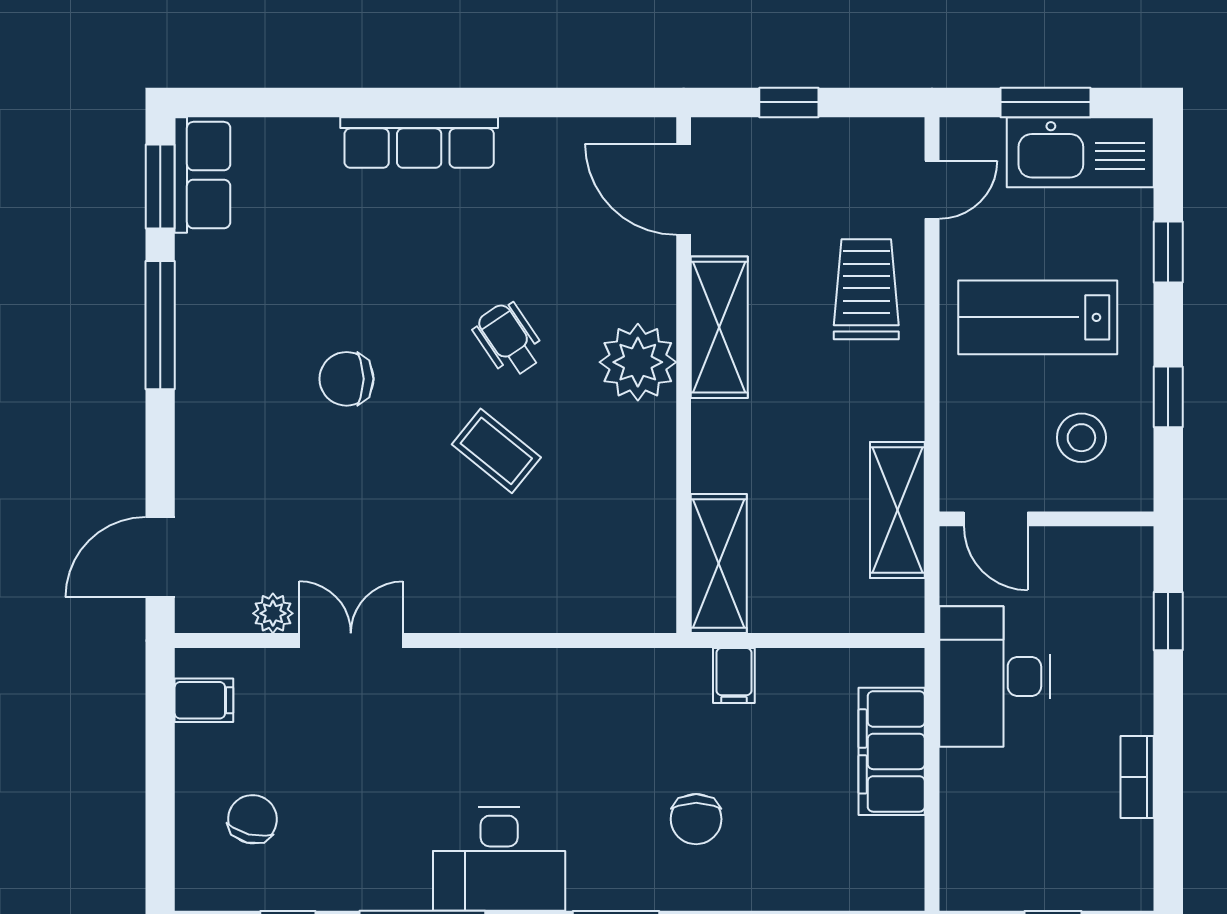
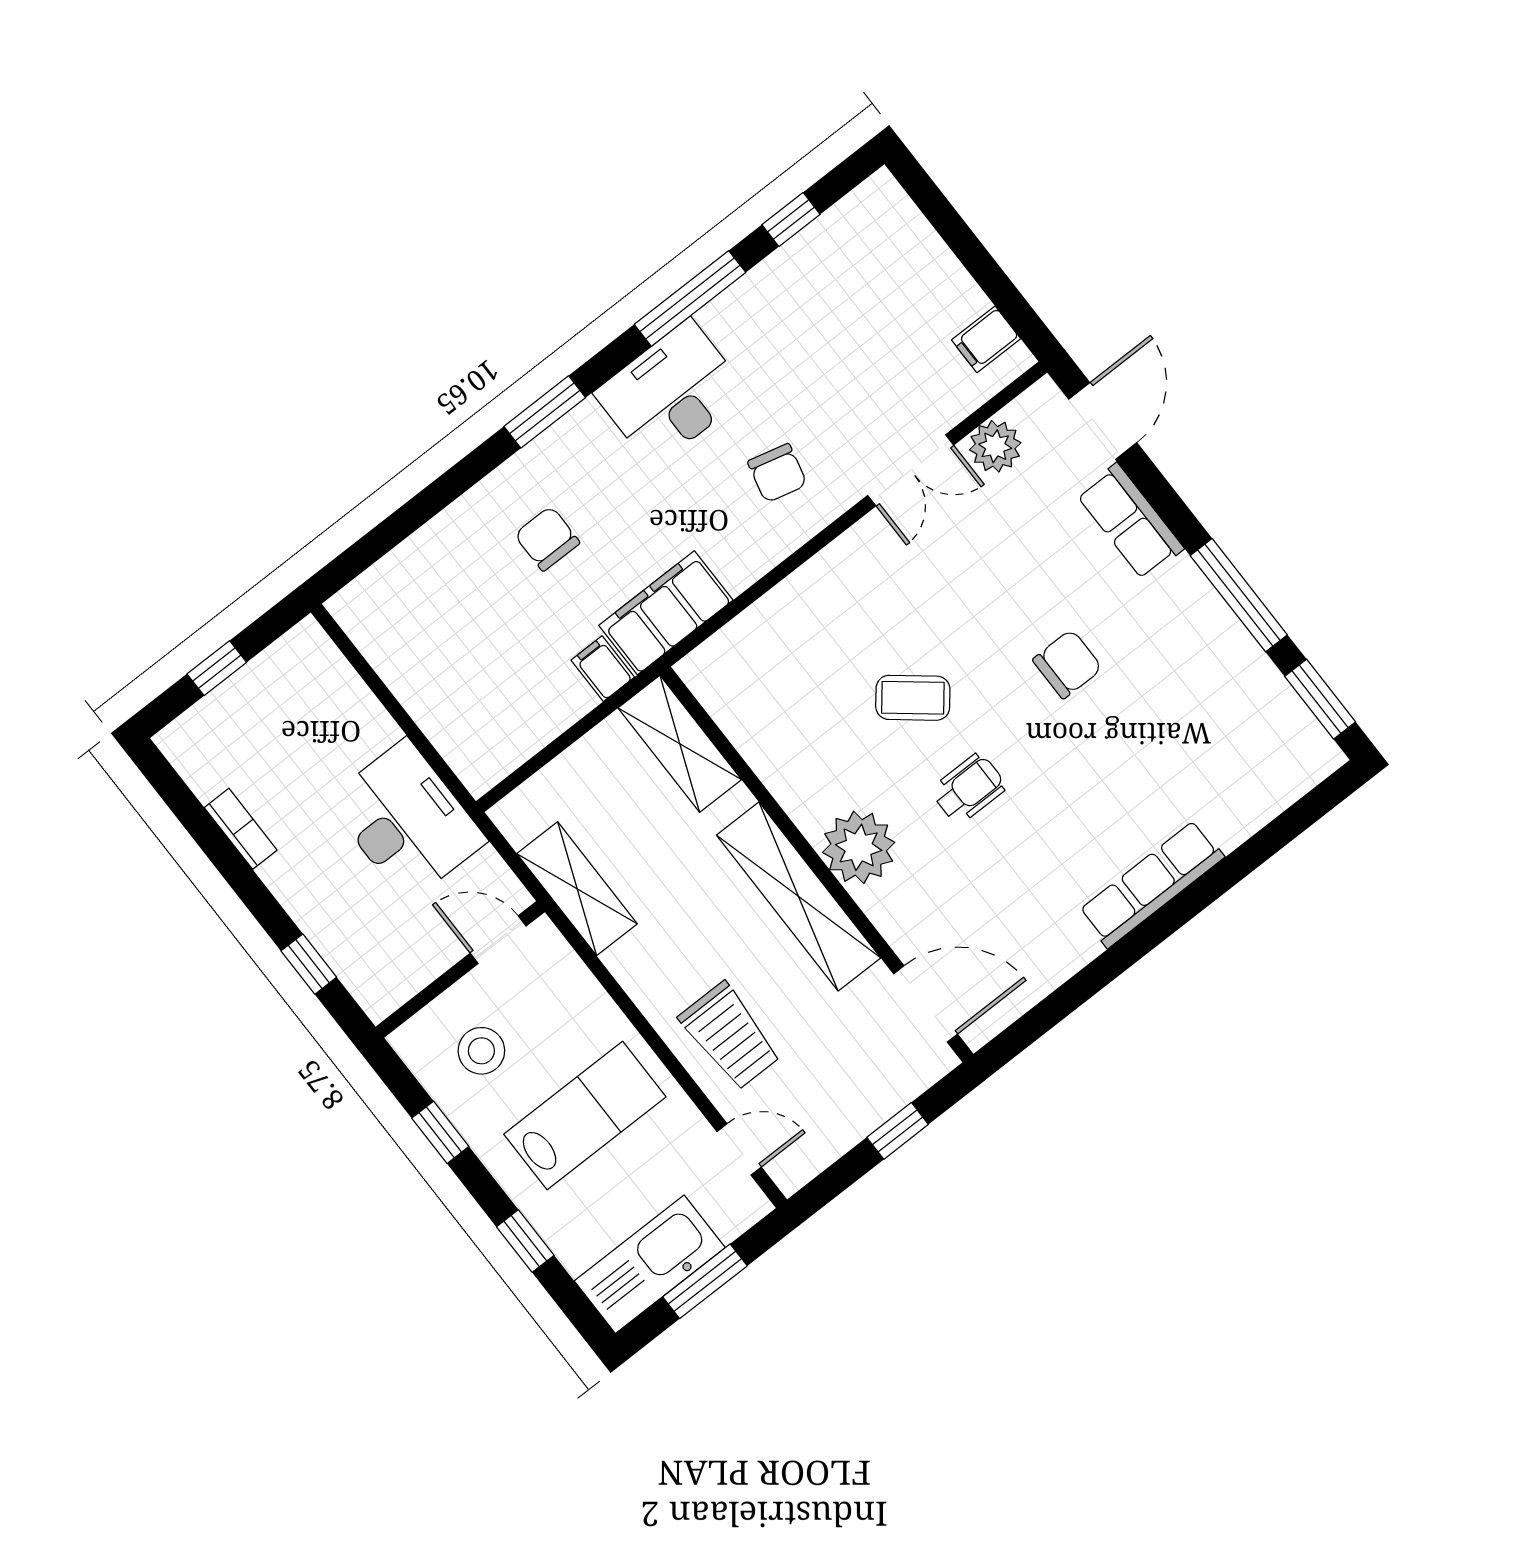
row of seats: (202, 175) -> (1130, 521), moved
door: (932, 190) -> (739, 1149), swing flipped
shelving: (719, 327) -> (799, 897), width x1.47
wheelchair: (509, 340) -> (969, 789), turned -56
plant: (273, 613) -> (995, 446), width x1.38, depth x1.38
filing cabinet: (892, 751) -> (666, 613), moved, turned -90
chair: (252, 819) -> (777, 473), moved

